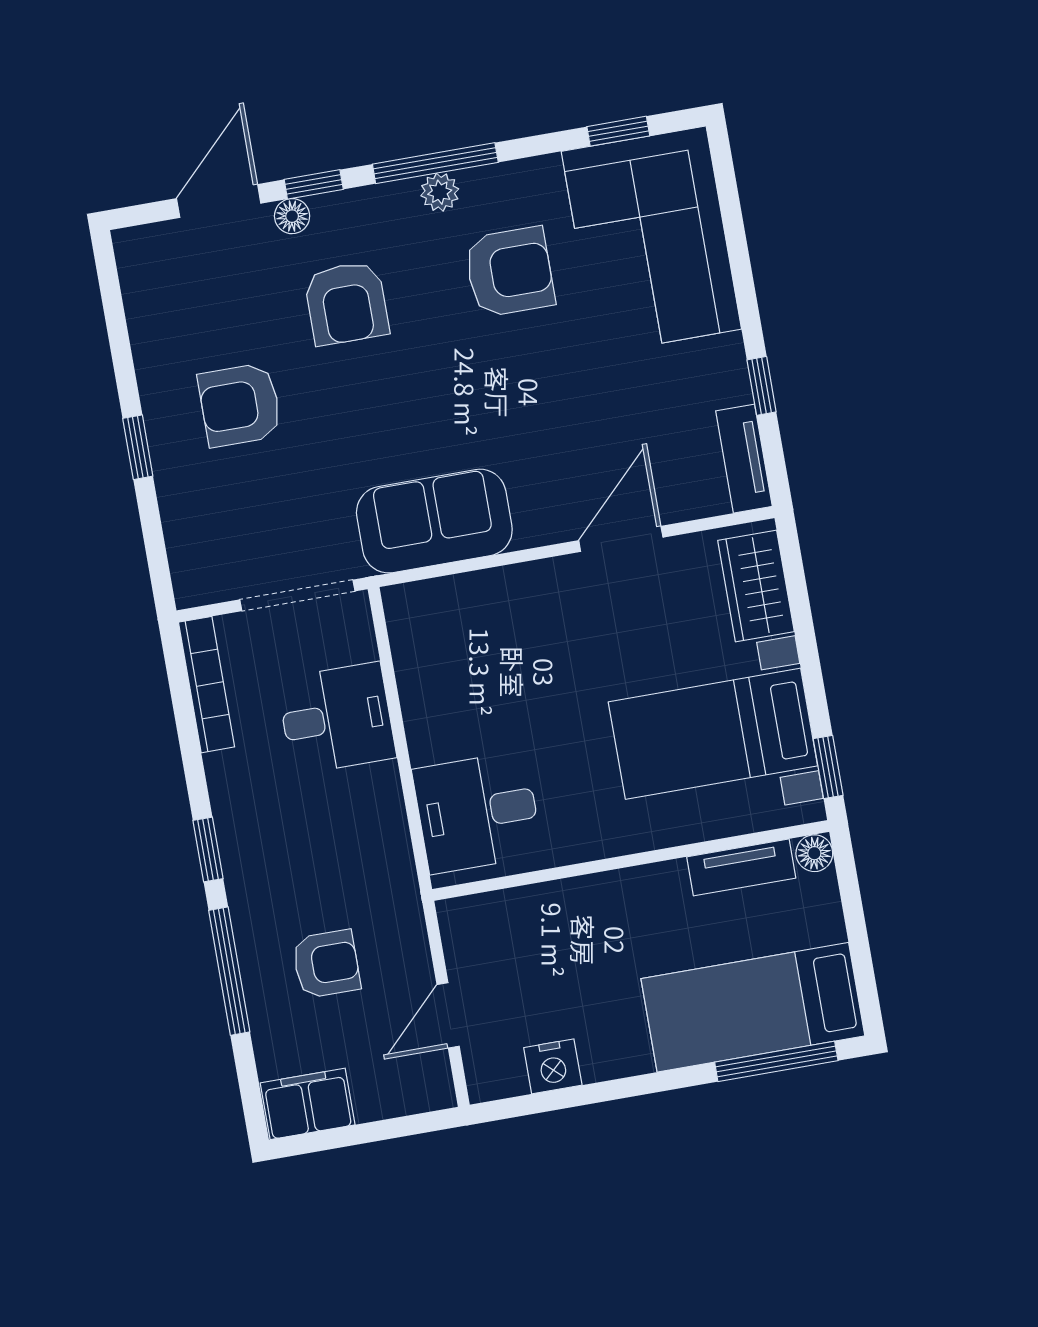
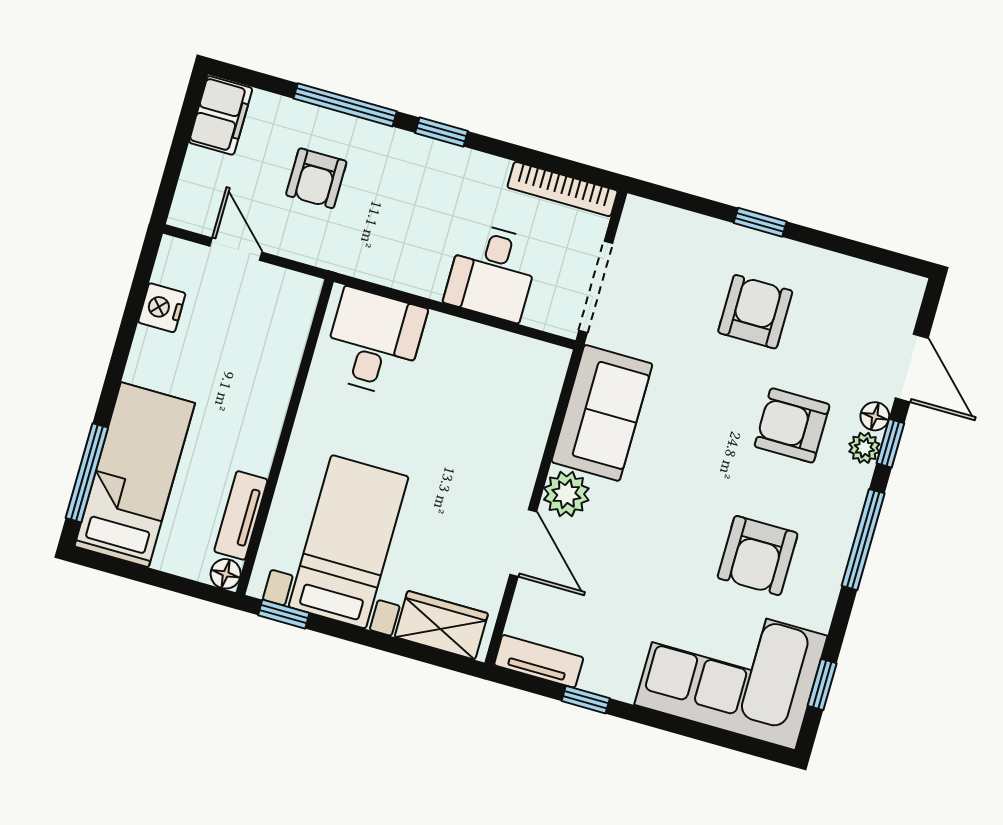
plant: (440, 192) -> (864, 448), moved
plant: (543, 517) -> (566, 494), added

